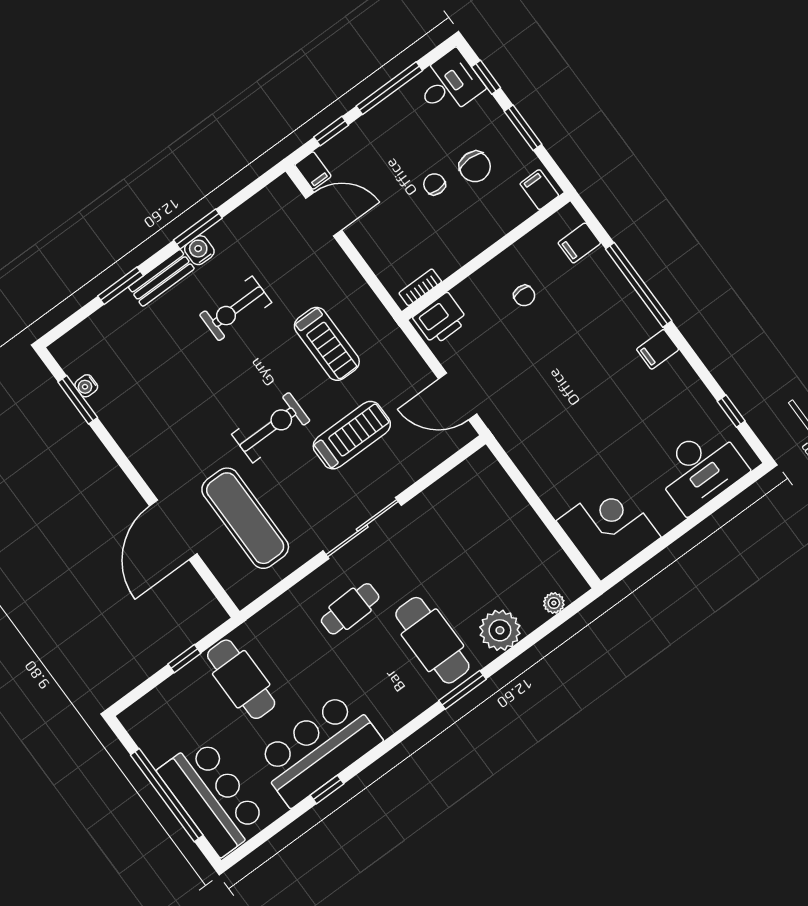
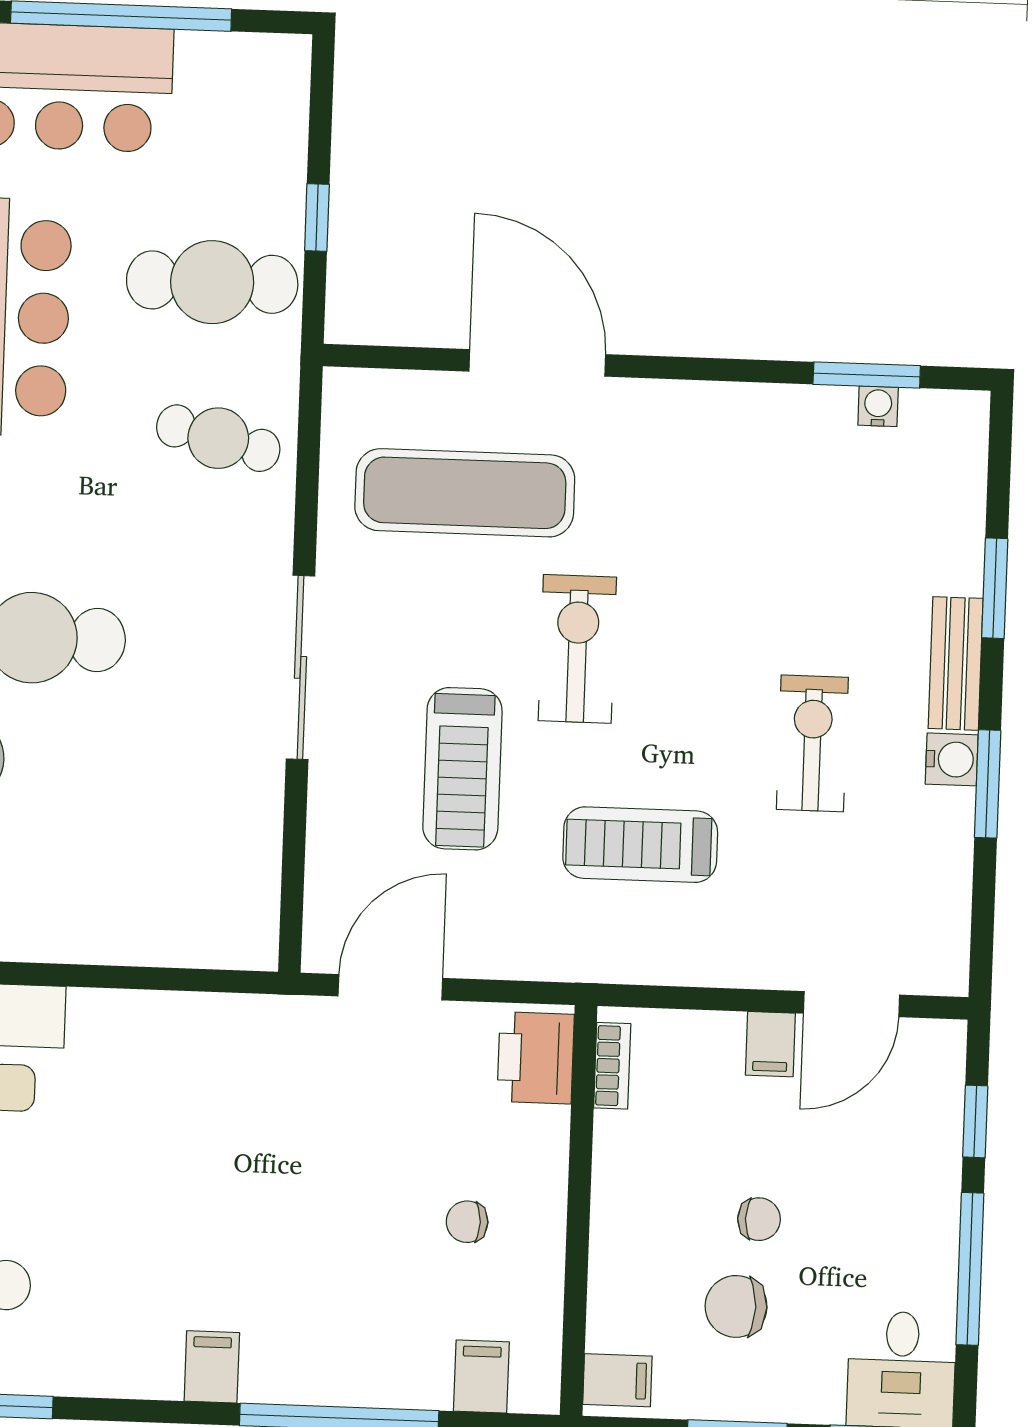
filing cabinet: (313, 171) -> (770, 1044), moved, turned -90
exercise bike: (271, 428) -> (577, 649), turned 180
cafe table: (350, 609) -> (218, 438), moved, turned -74

